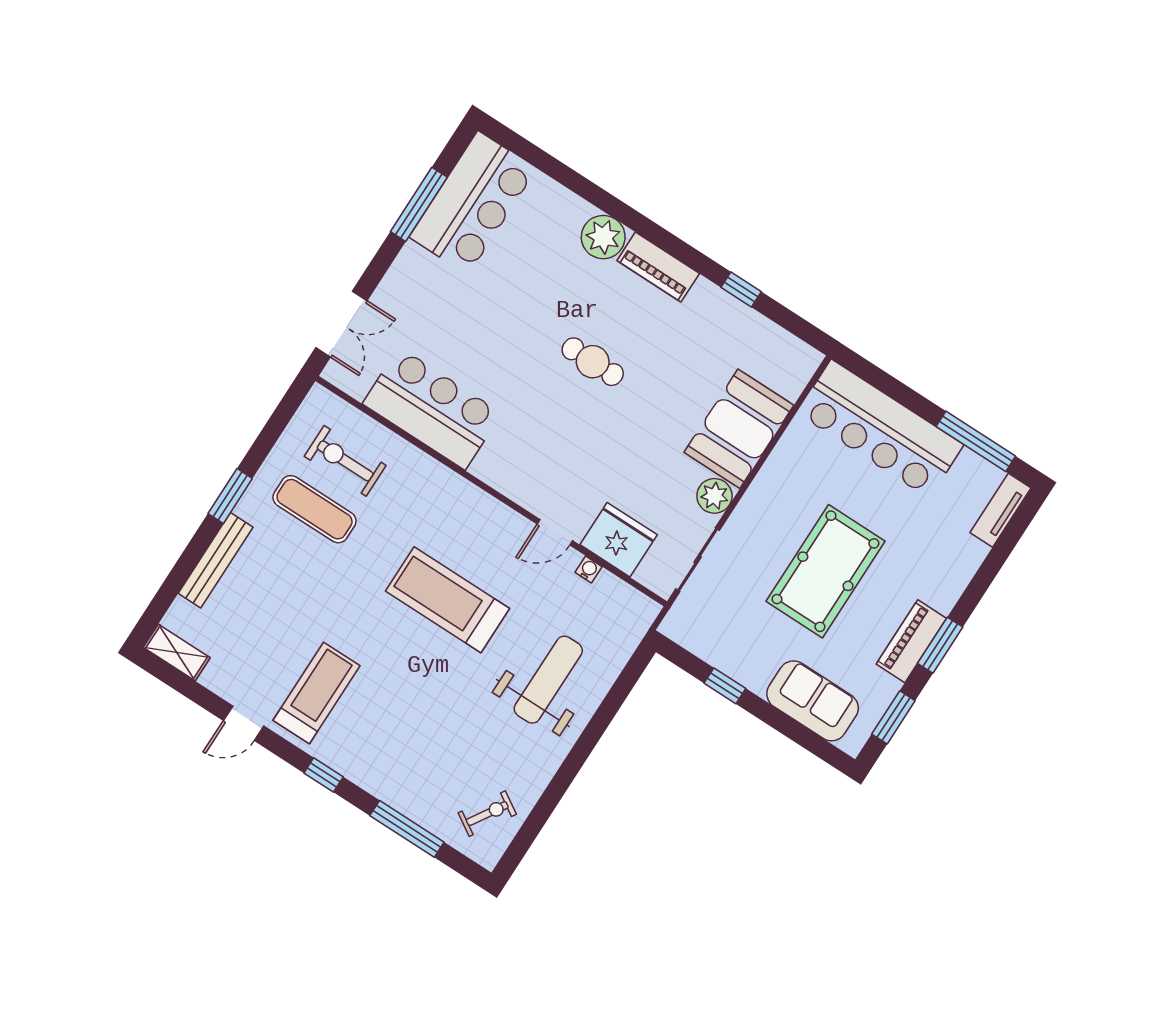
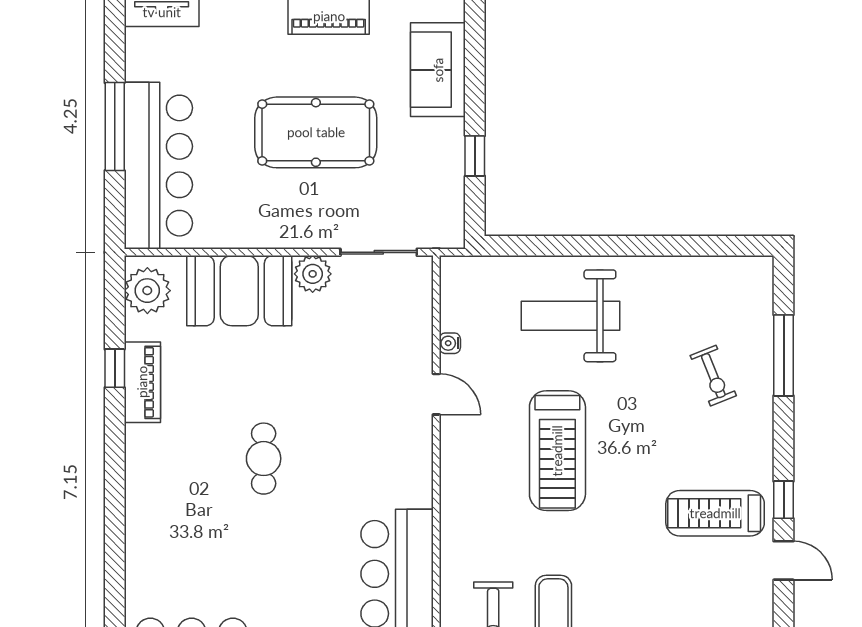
plant: (603, 237) -> (147, 291), moved
piano: (658, 267) -> (142, 382), moved
window: (976, 441) -> (115, 127), moved
fridge: (619, 540) -> (406, 334), removed
window: (324, 775) -> (784, 500), moved
exercise bike: (487, 814) -> (713, 376), moved, turned -144

